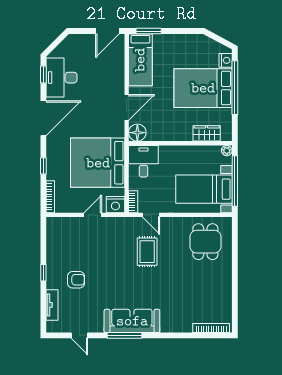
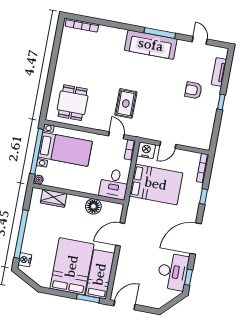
bed: (203, 88) -> (72, 266), moved, turned -90
floor lamp: (137, 133) -> (93, 206), moved
bed: (98, 163) -> (156, 184), width x0.73

